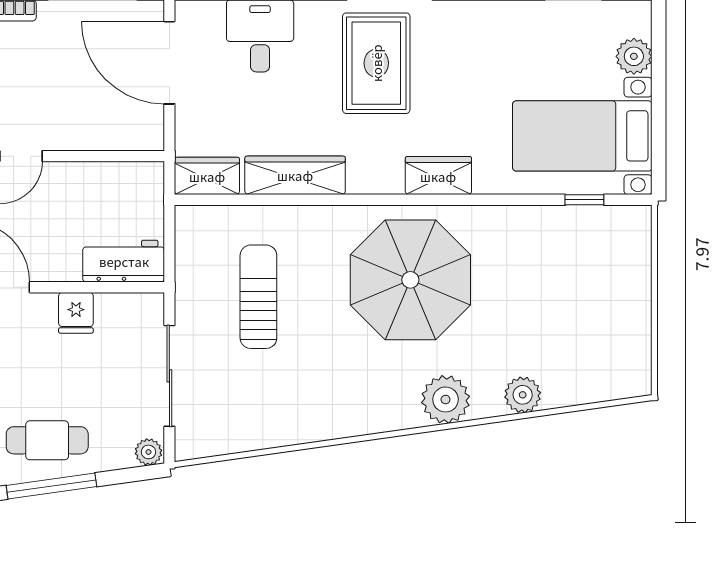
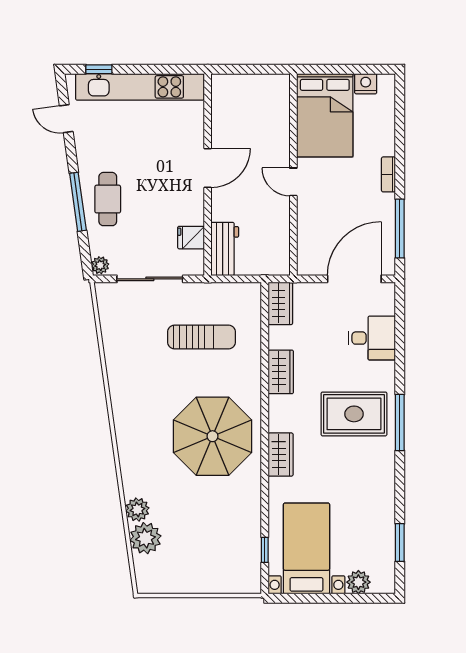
wardrobe: (295, 175) -> (281, 372), width x0.67
fridge: (76, 313) -> (191, 238), moved
plant: (446, 399) -> (145, 538), moved

